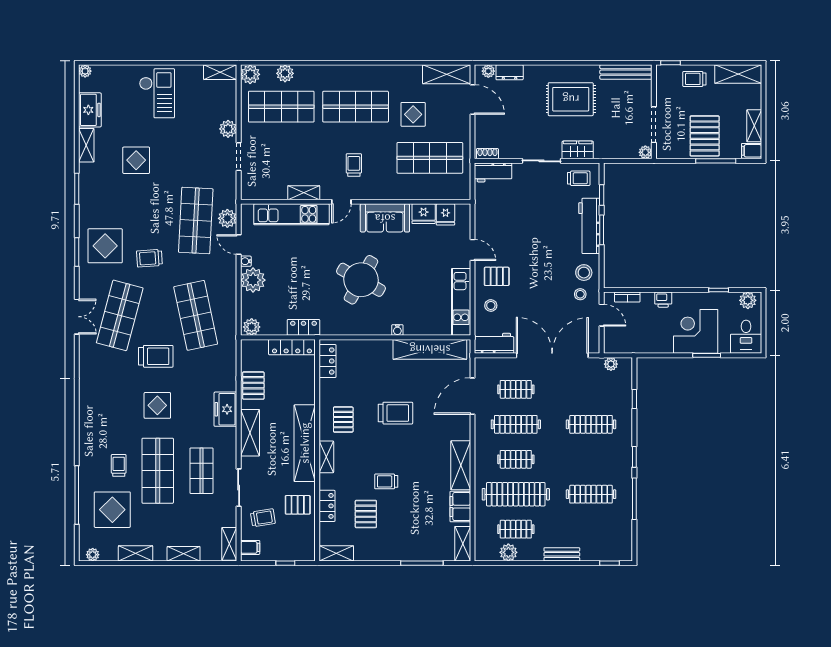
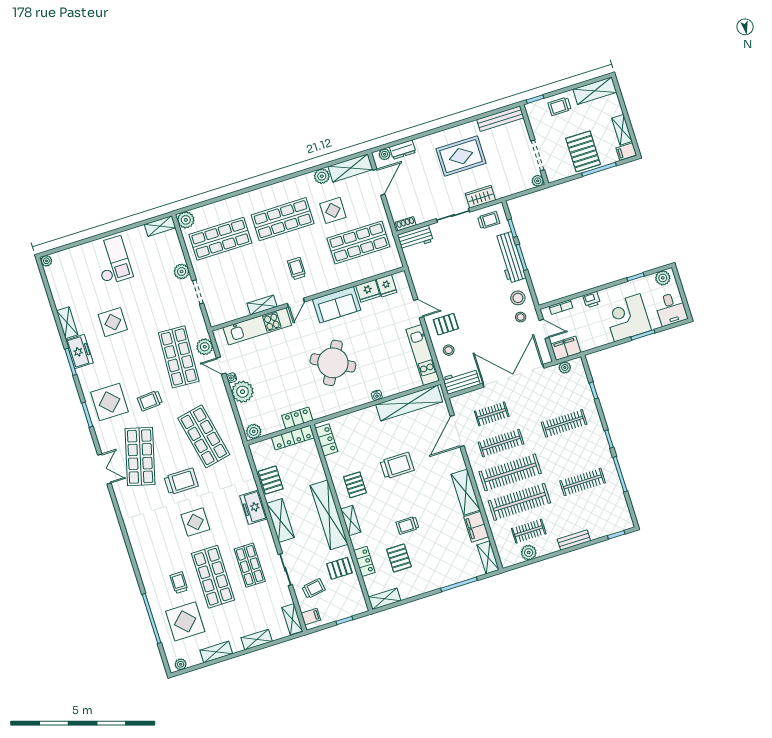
plant: (285, 73) -> (322, 176), moved
door: (472, 99) -> (379, 182), hinge flipped
freezer: (90, 110) -> (79, 351), moved
filing cabinet: (619, 344) -> (566, 348), added
clothes rail: (516, 459) -> (510, 472), width x1.86, depth x1.31

